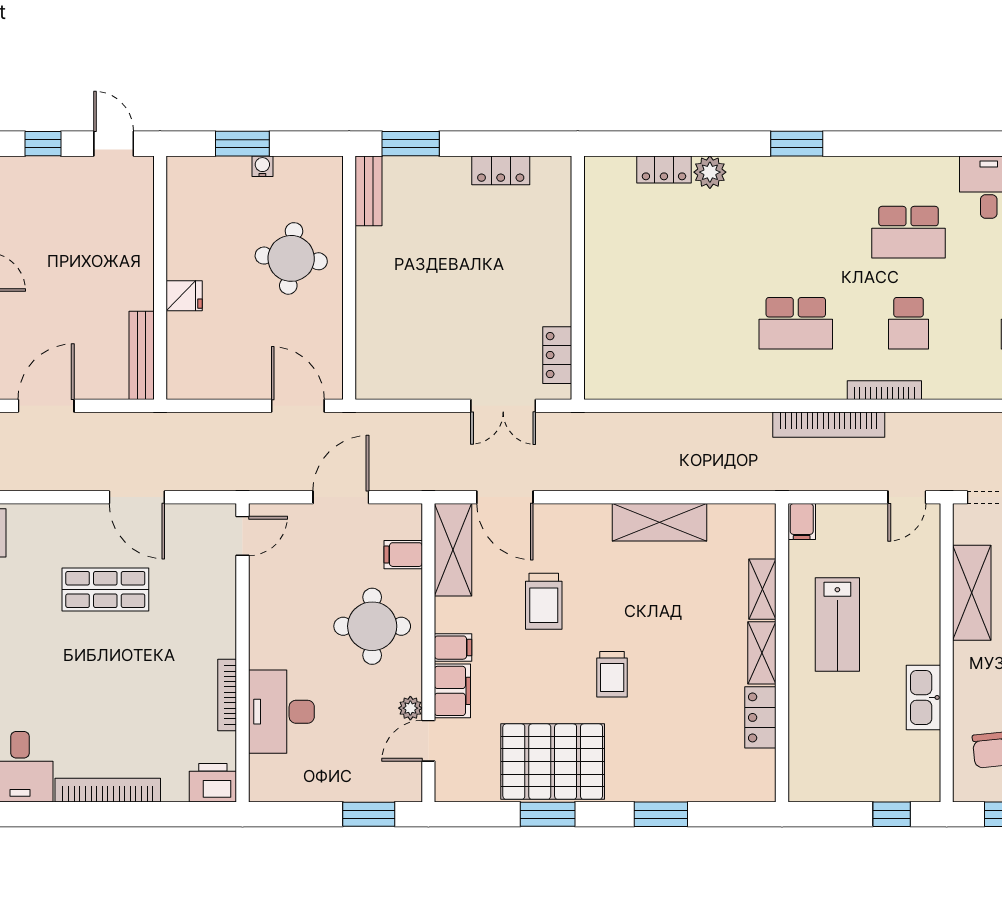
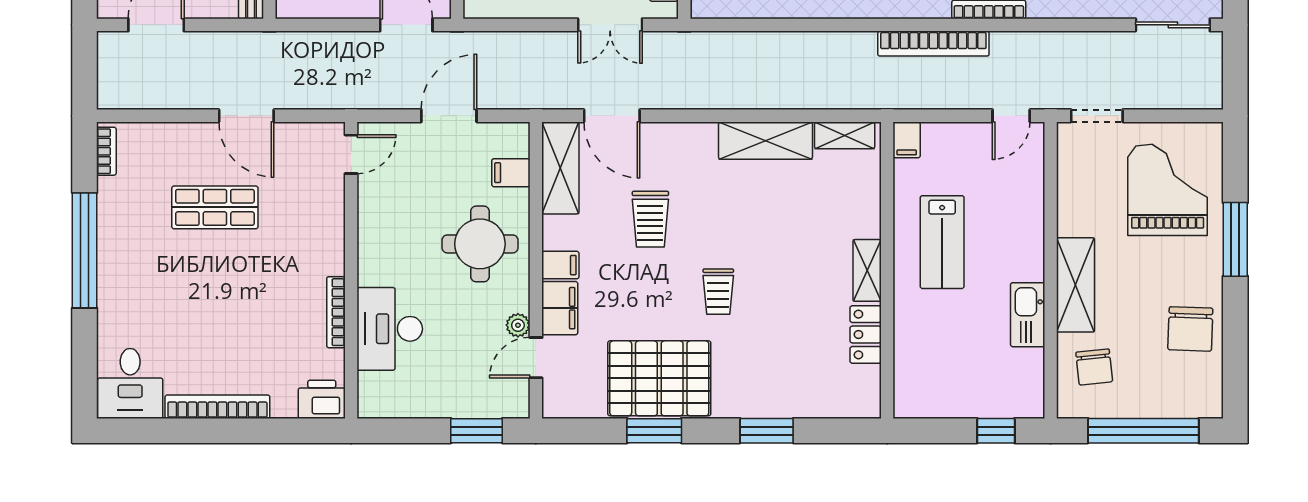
shelving: (762, 589) -> (845, 135), moved, turned 90
shelving: (972, 593) -> (1076, 285), moved

